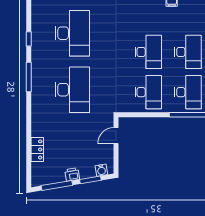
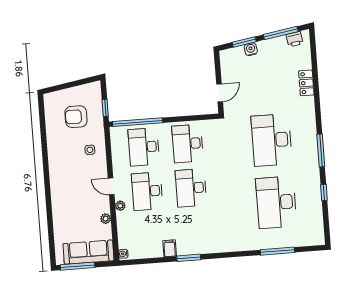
locker: (37, 149) -> (306, 83), moved
water cooler: (101, 170) -> (251, 49), moved
printer: (72, 174) -> (295, 39), moved

